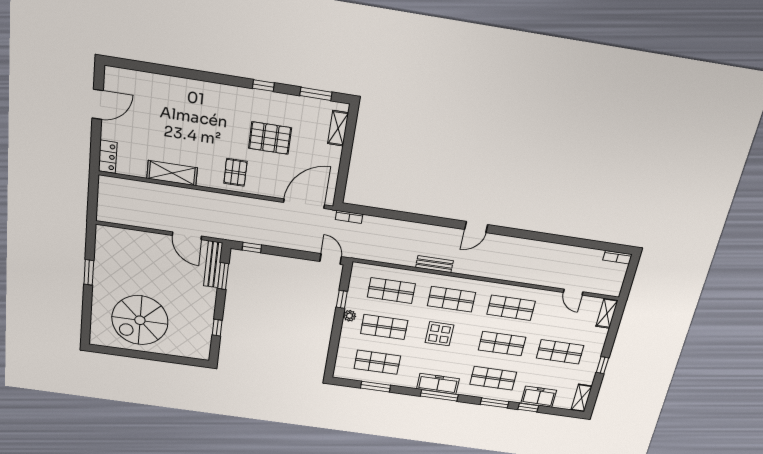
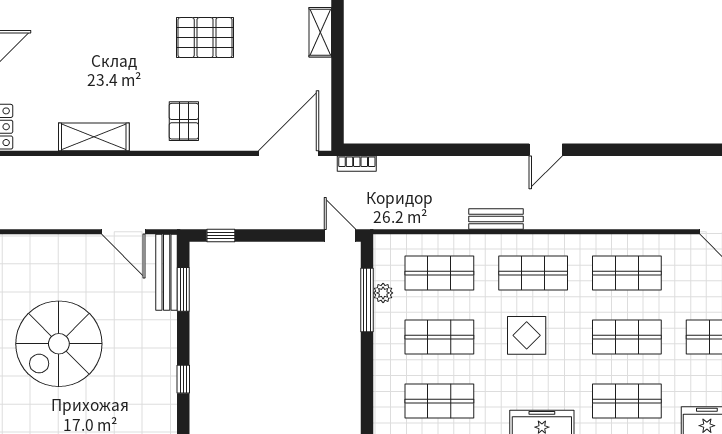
pallet: (270, 138) -> (205, 38), moved
window: (342, 299) -> (367, 300), width x2.17
plant: (349, 316) -> (383, 293), moved
spiral stairs: (140, 320) -> (59, 344), moved

